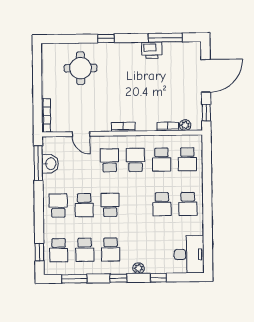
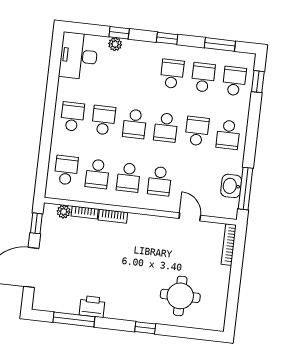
bookcase: (123, 127) -> (113, 216), moved
school desk: (161, 160) -> (97, 174), turned 180
school desk: (136, 205) -> (135, 124), added
plant: (139, 268) -> (115, 44), moved

